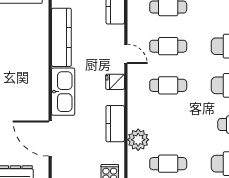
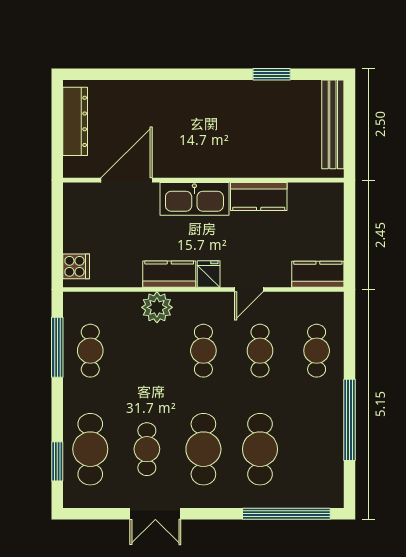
kitchen counter: (61, 37) -> (259, 197), width x0.67
kitchen counter: (115, 124) -> (169, 274), moved
plant: (138, 140) -> (157, 307), moved

